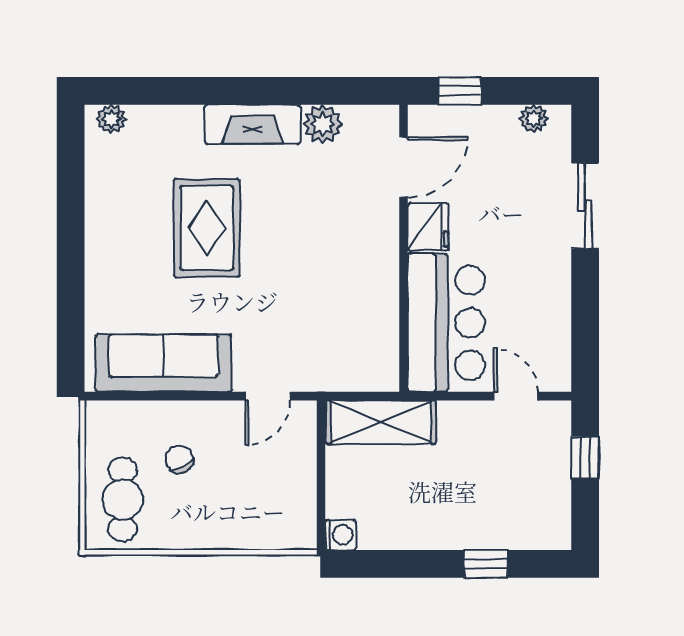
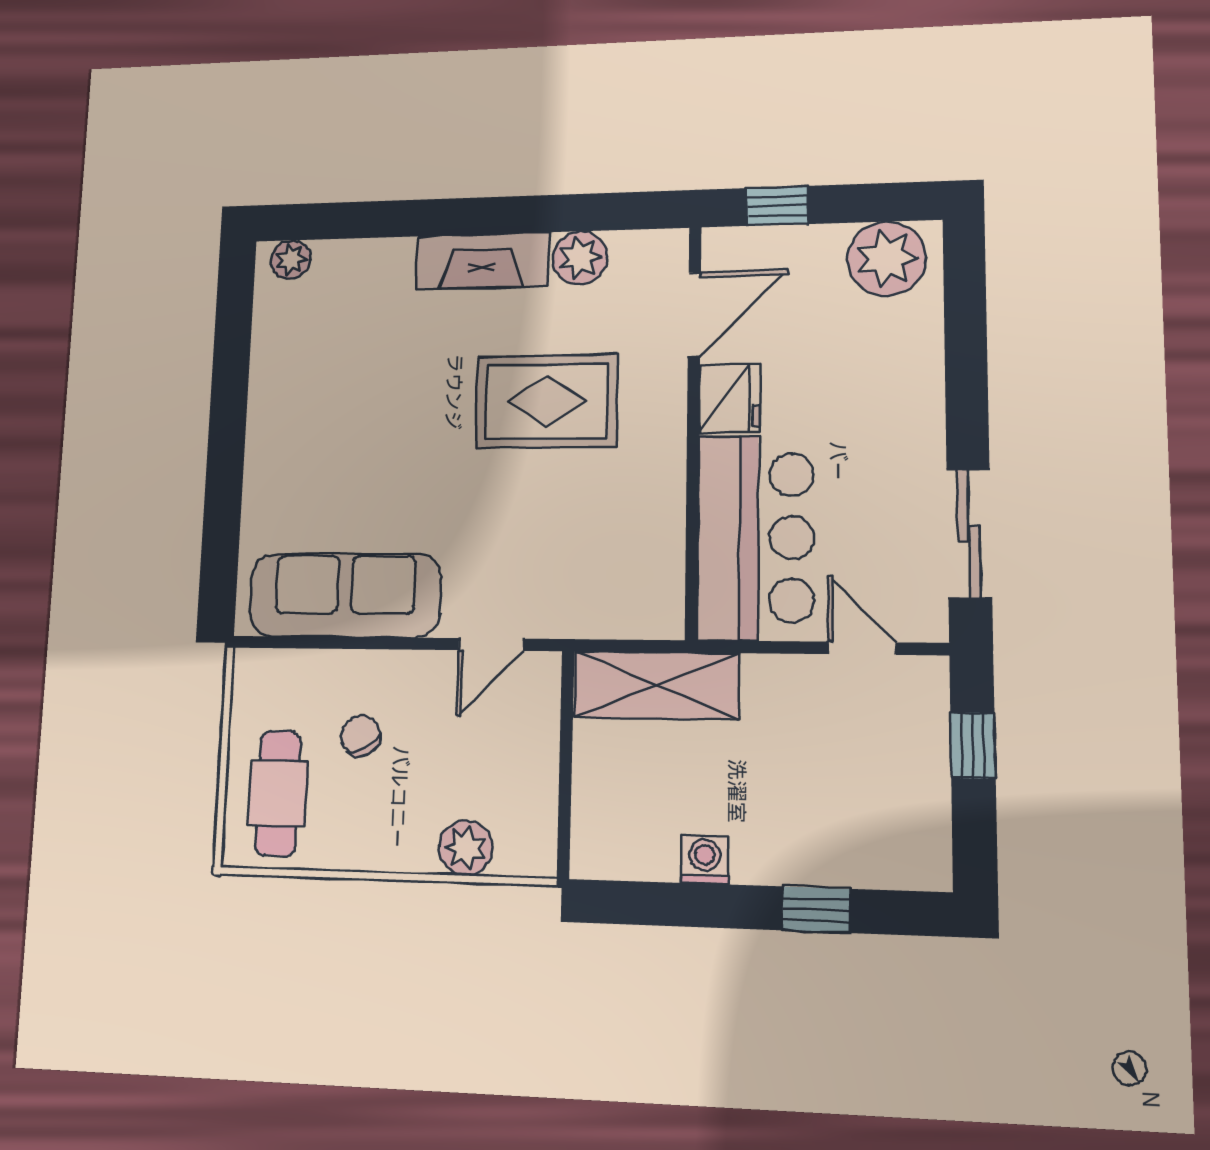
plant: (534, 118) -> (886, 258), width x1.88, depth x1.88
sliding door: (585, 206) -> (969, 534), moved
rug: (207, 228) -> (547, 401), moved, turned 90
plant: (255, 532) -> (466, 848), added
washing machine: (340, 535) -> (705, 860), moved, turned -90

